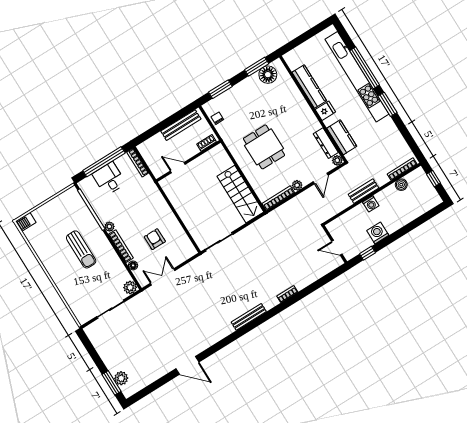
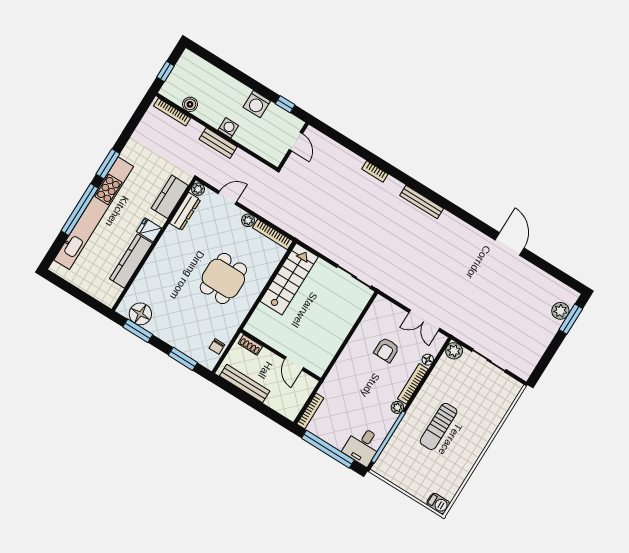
desk: (109, 179) -> (363, 446), moved
sun lounger: (81, 249) -> (439, 426), turned 180

